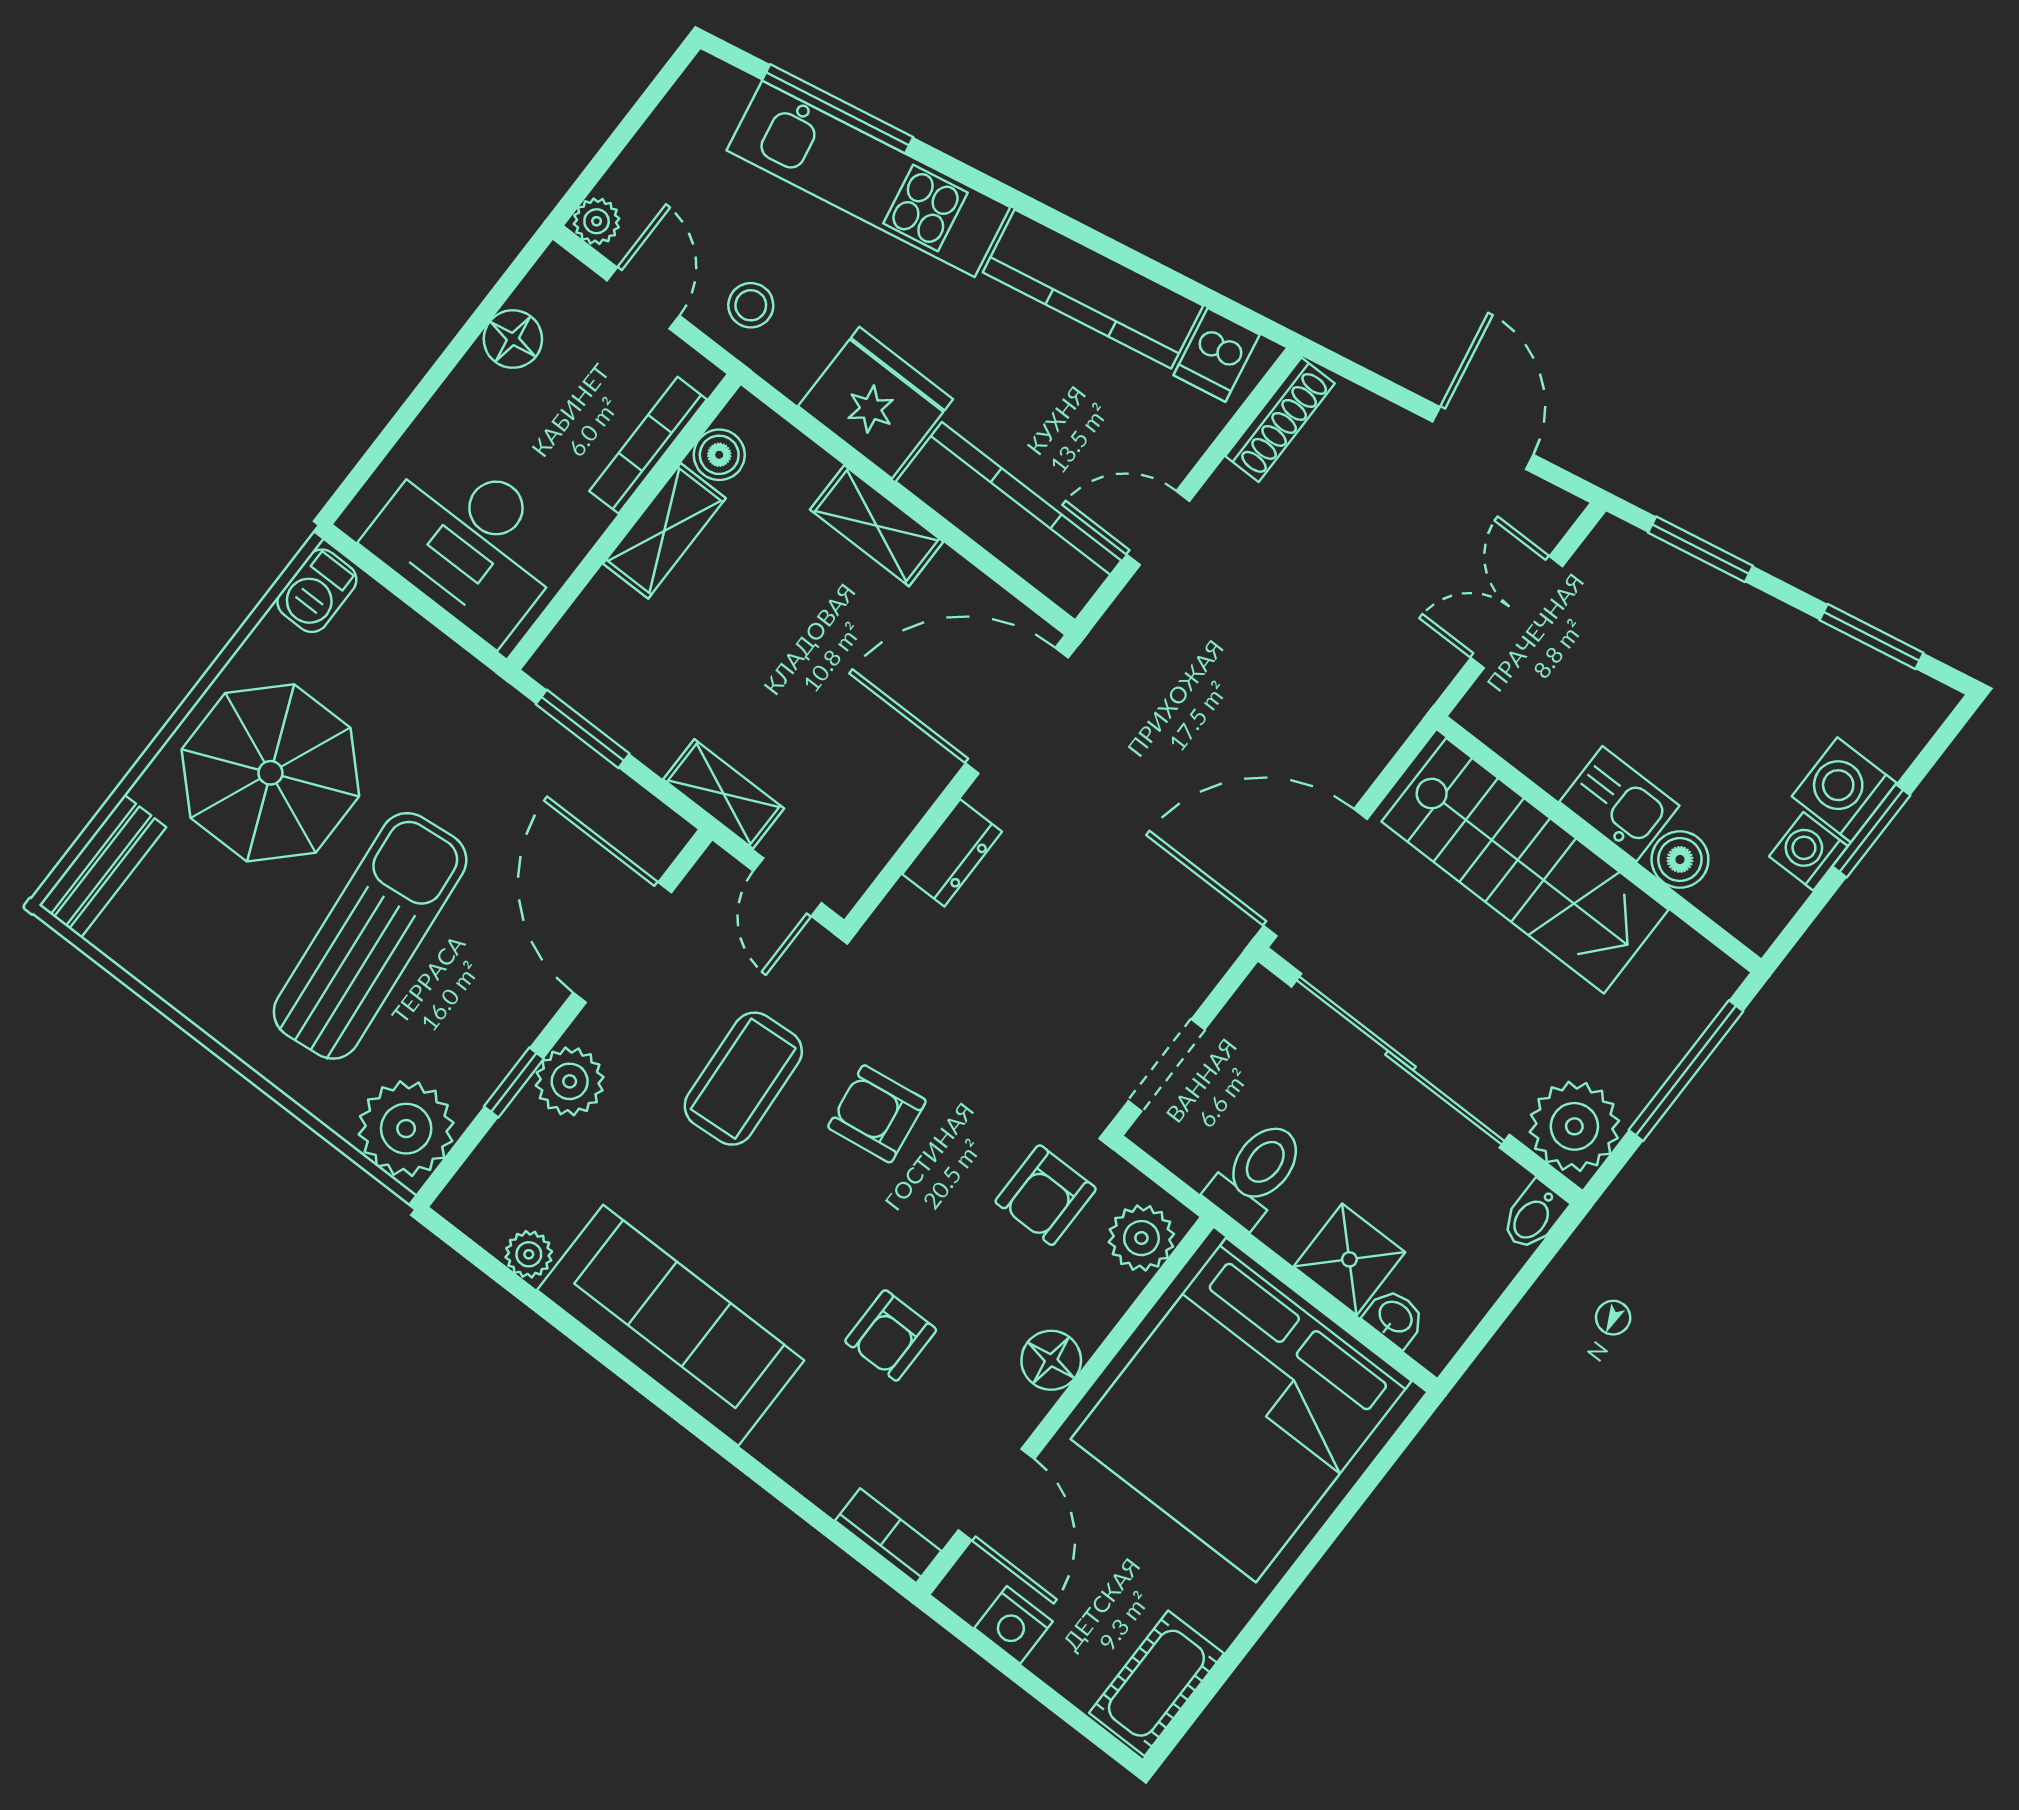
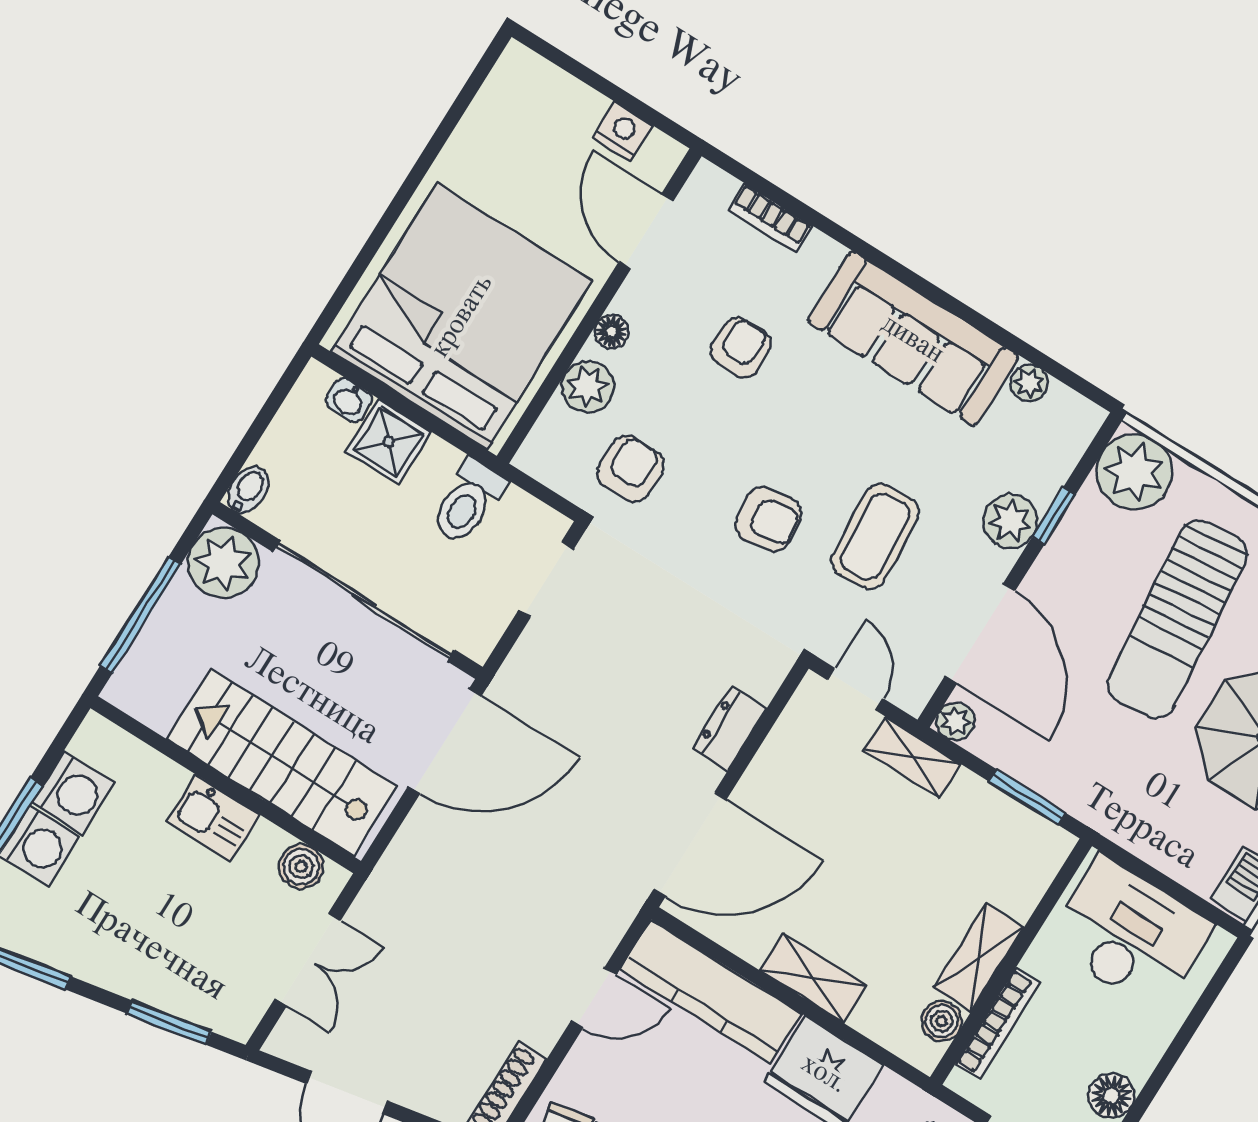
plant: (664, 834) -> (956, 721), added
washing machine: (1808, 851) -> (73, 793), width x1.38, depth x1.38
boiler: (1680, 859) -> (301, 867), moved
plant: (1141, 1238) -> (588, 387), moved
floor lamp: (1051, 1360) -> (612, 332), width x0.73, depth x0.73
bookcase: (888, 1536) -> (770, 218), moved
cot: (1156, 1683) -> (507, 97), removed

